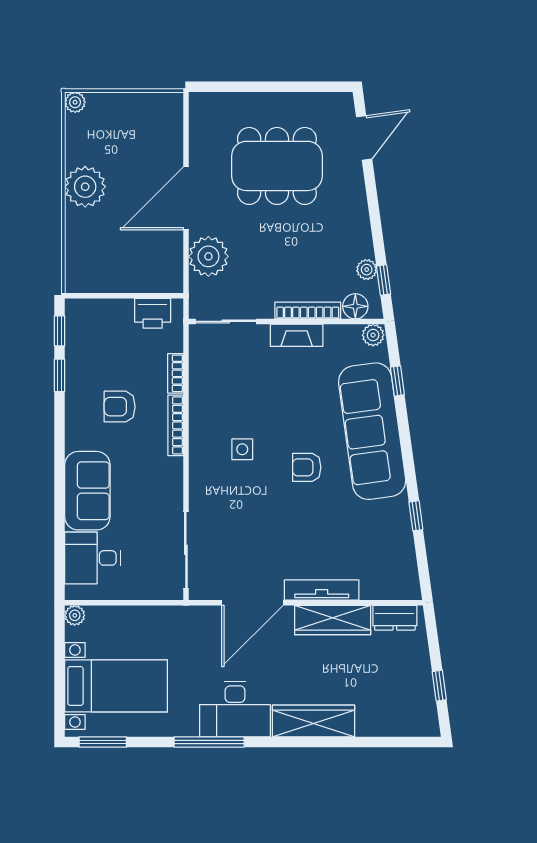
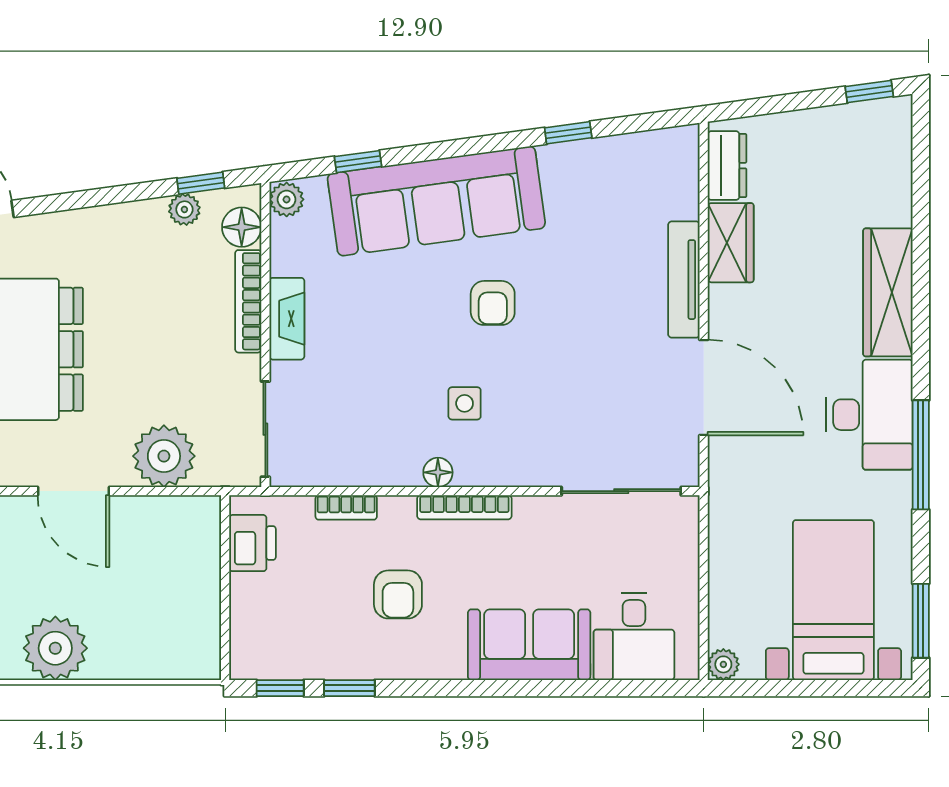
door: (186, 198) -> (73, 491), width x0.73
bookcase: (176, 425) -> (464, 507), moved
floor lamp: (198, 432) -> (438, 472), added
wardrobe: (333, 620) -> (731, 243), width x0.67
window: (439, 686) -> (869, 91), moved

